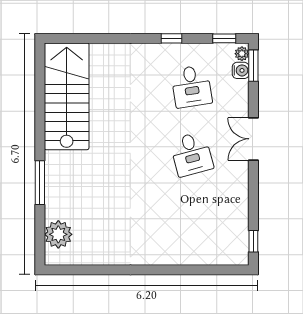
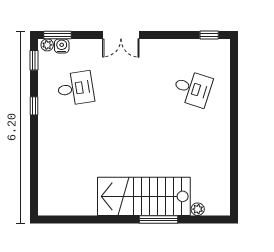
stairs: (67, 96) -> (144, 196), moved
desk: (192, 154) -> (192, 88), moved, turned 33
plant: (58, 234) -> (198, 209), width x0.53, depth x0.53

